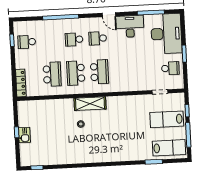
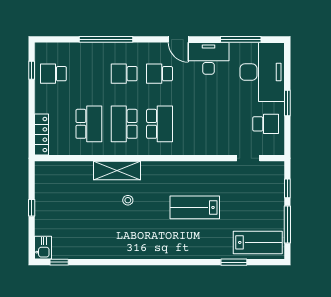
shelving: (90, 104) -> (117, 171), moved
lab bench: (167, 119) -> (195, 207), moved
kitchen sink: (24, 135) -> (43, 248), moved

